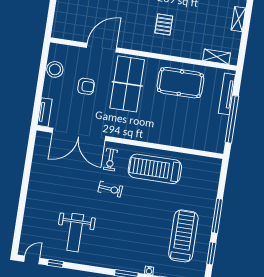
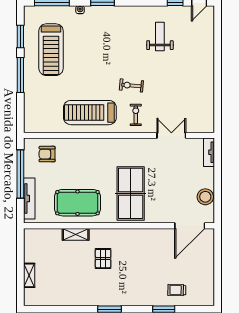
door: (102, 48) -> (190, 226), moved
shelving: (217, 57) -> (76, 234), moved
armchair: (86, 86) -> (47, 154), moved
double door: (79, 134) -> (171, 135), width x0.54
treadmill: (155, 169) -> (90, 113), turned 180
weight bench: (75, 233) -> (160, 36), width x0.73, depth x0.75

